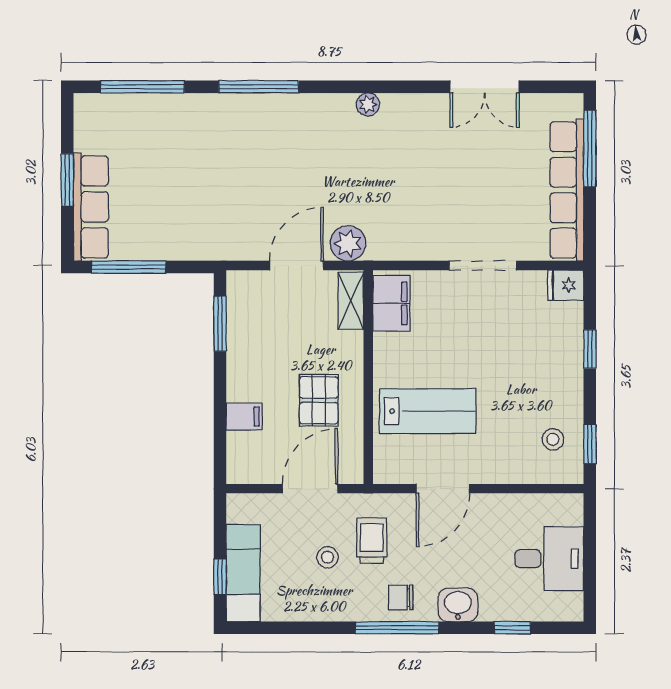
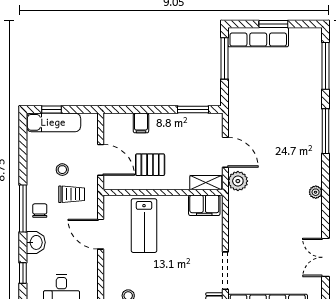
doorway: (483, 266) -> (225, 271), moved

